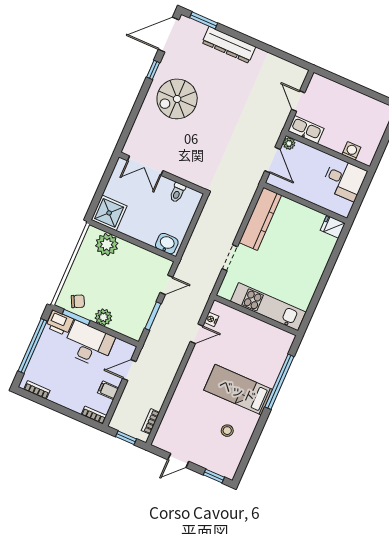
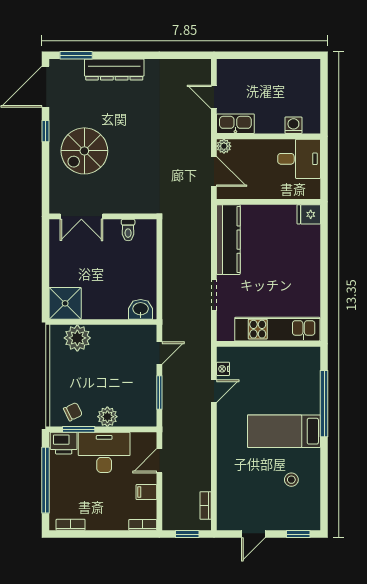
double door: (145, 166) -> (81, 216), moved
wall: (162, 173) -> (103, 216), moved
toilet: (177, 192) -> (128, 230), moved

